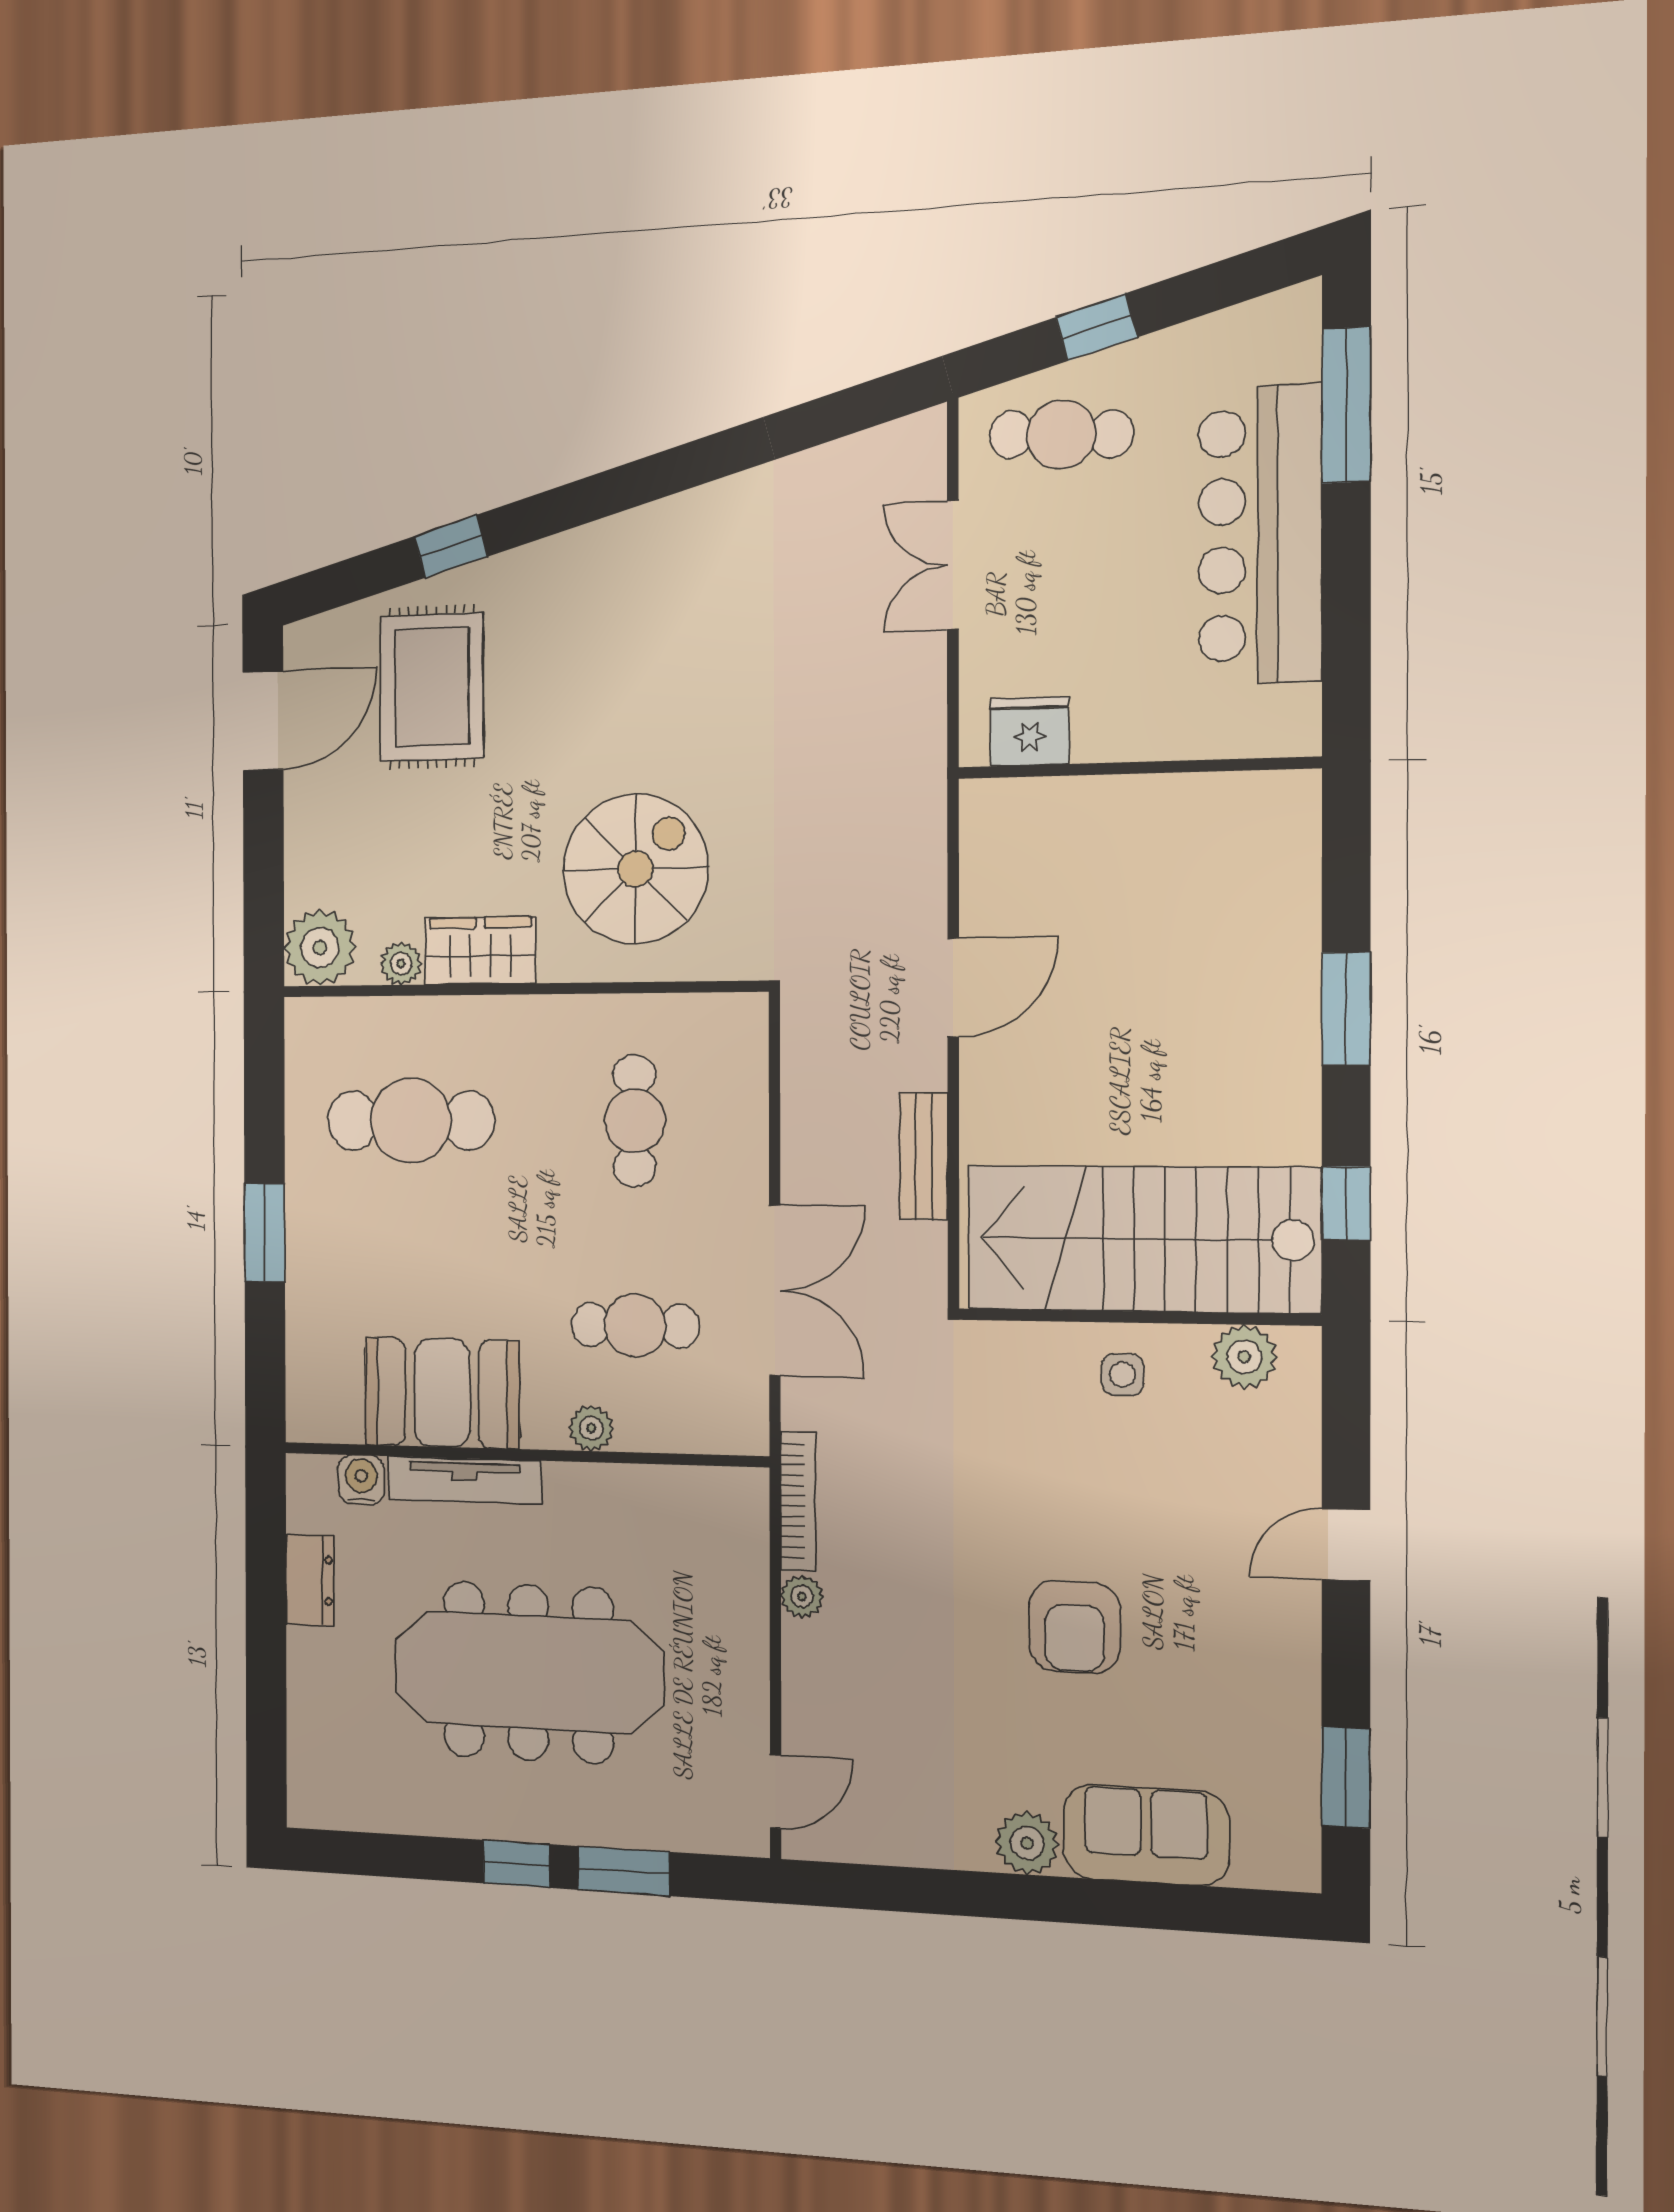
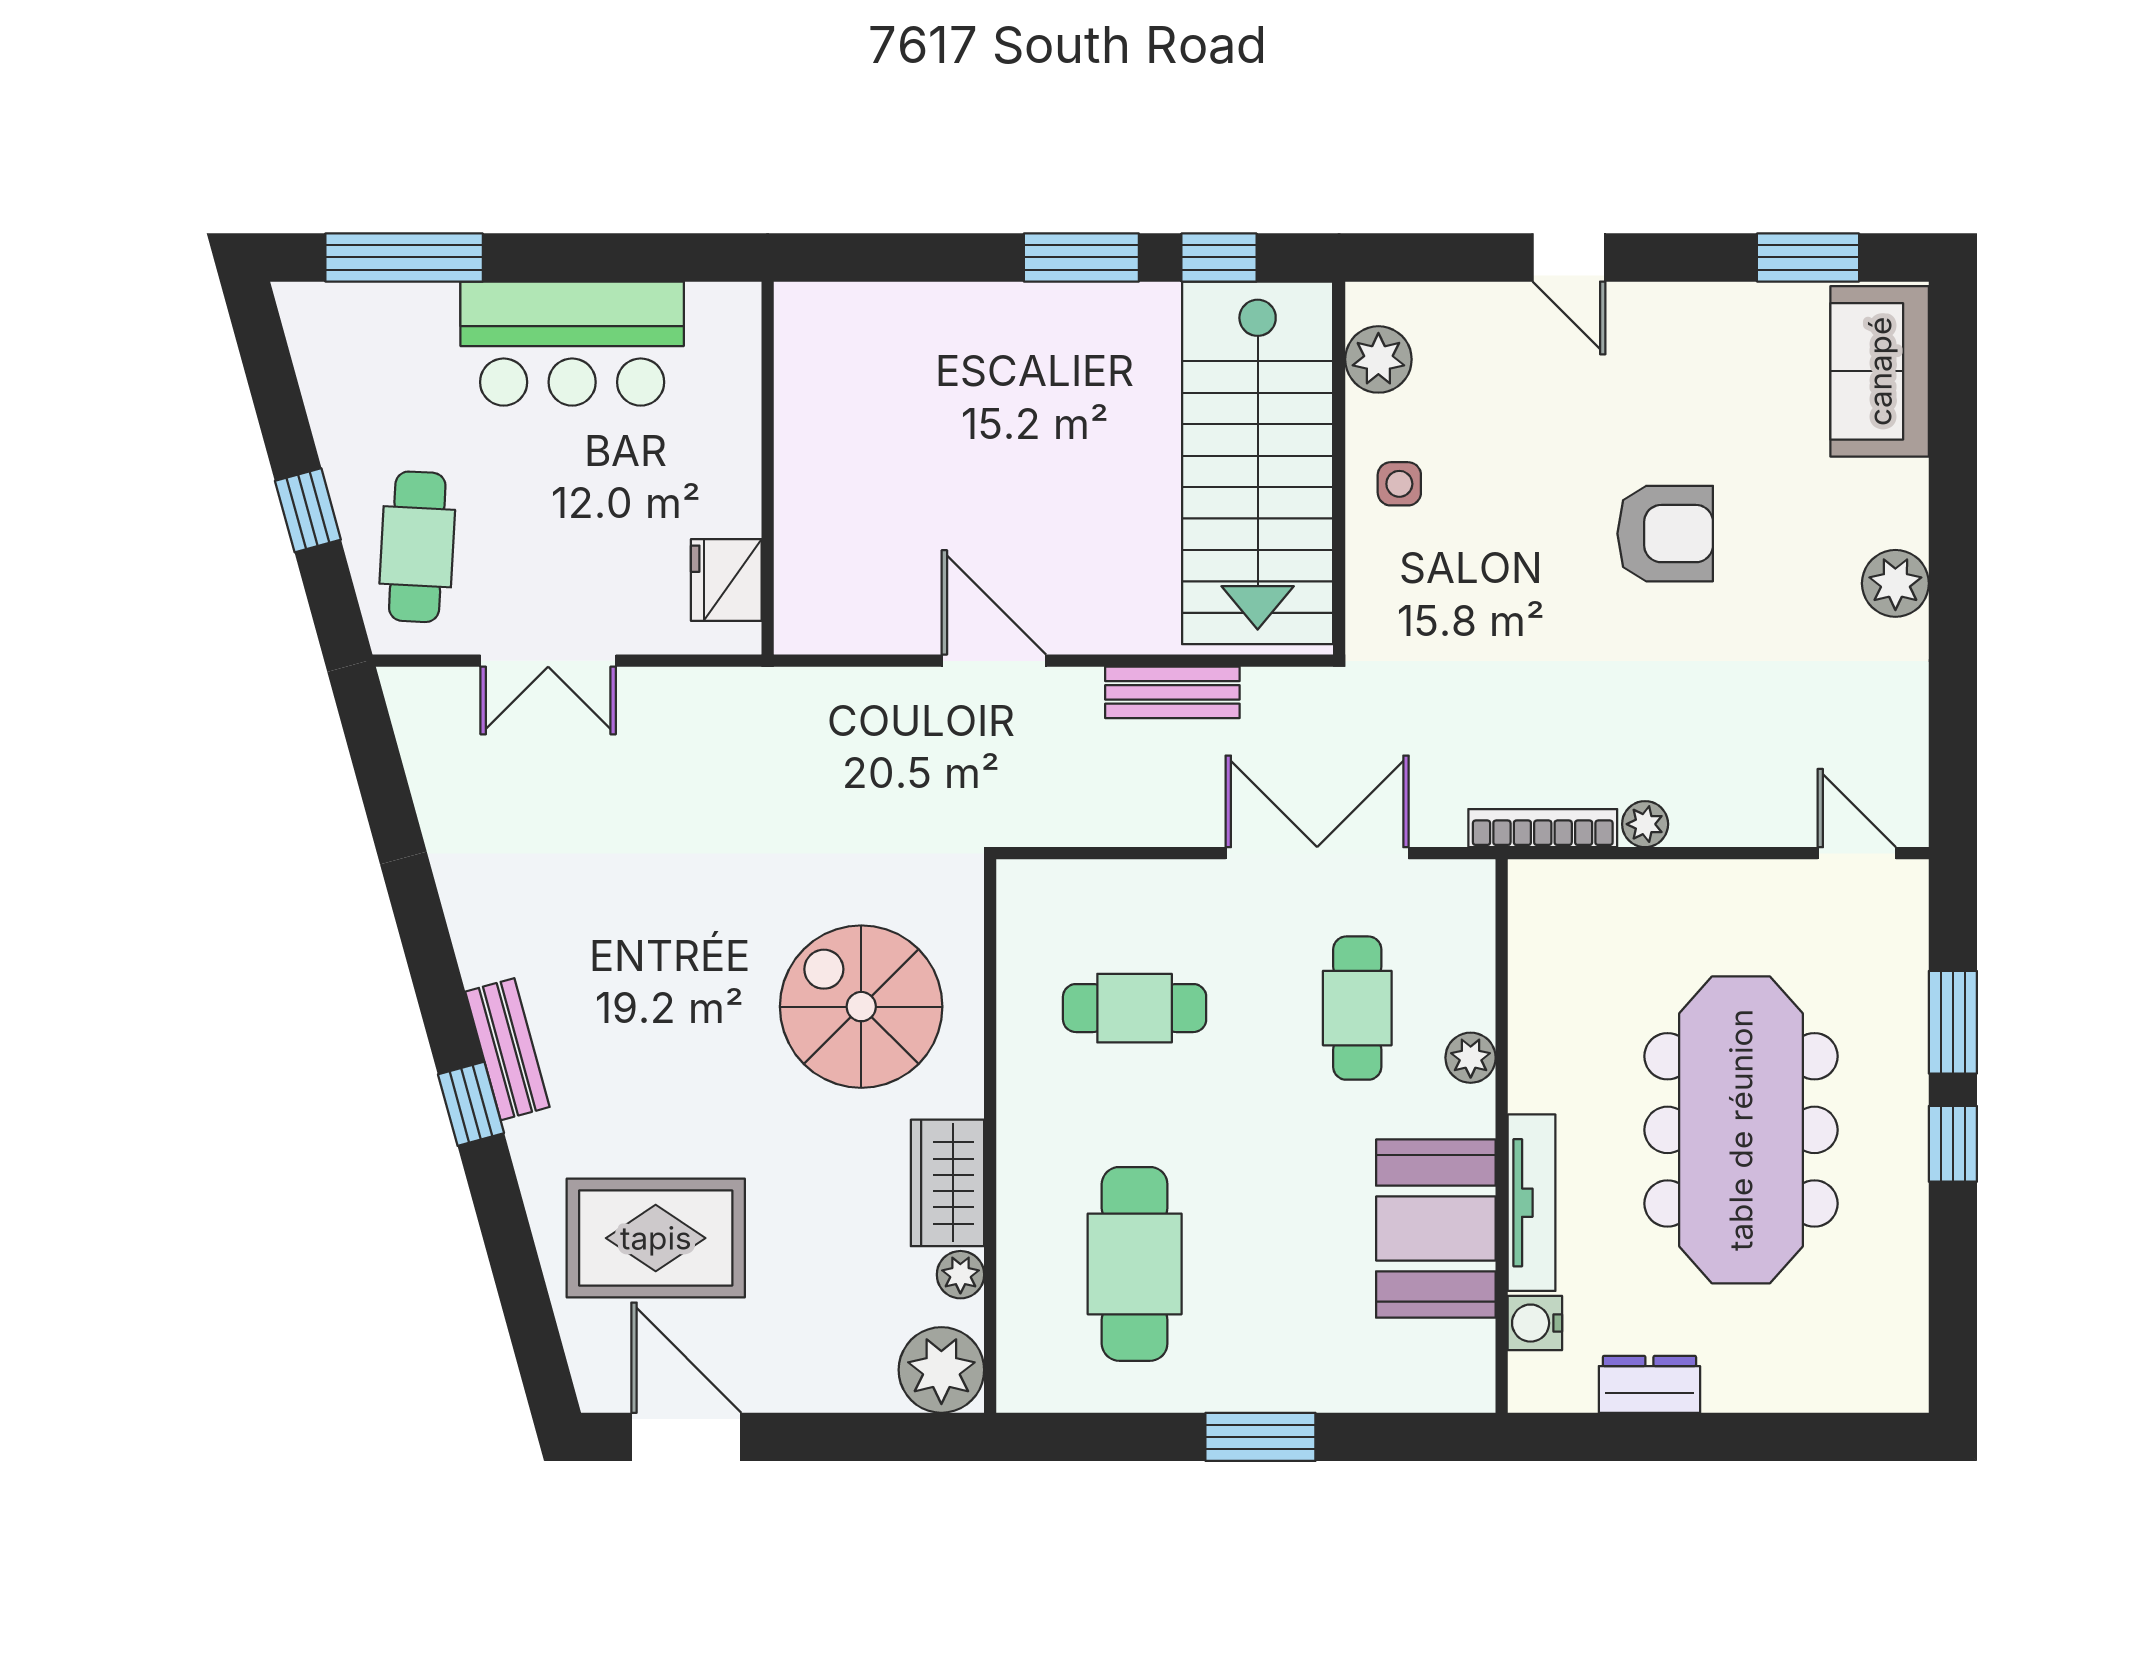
bar counter: (1260, 534) -> (572, 344), width x0.73
bench: (597, 544) -> (507, 1049), added
window: (451, 546) -> (471, 1104), moved
window: (1346, 1009) -> (1081, 257), moved
sofa: (1146, 1835) -> (1880, 371), moved

